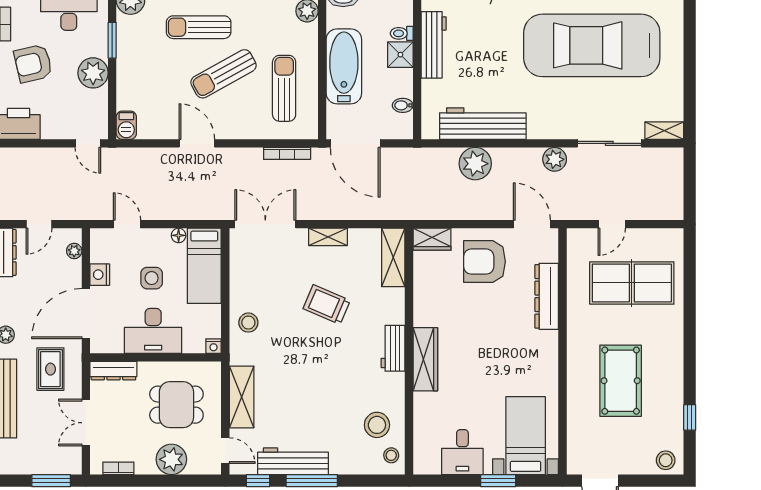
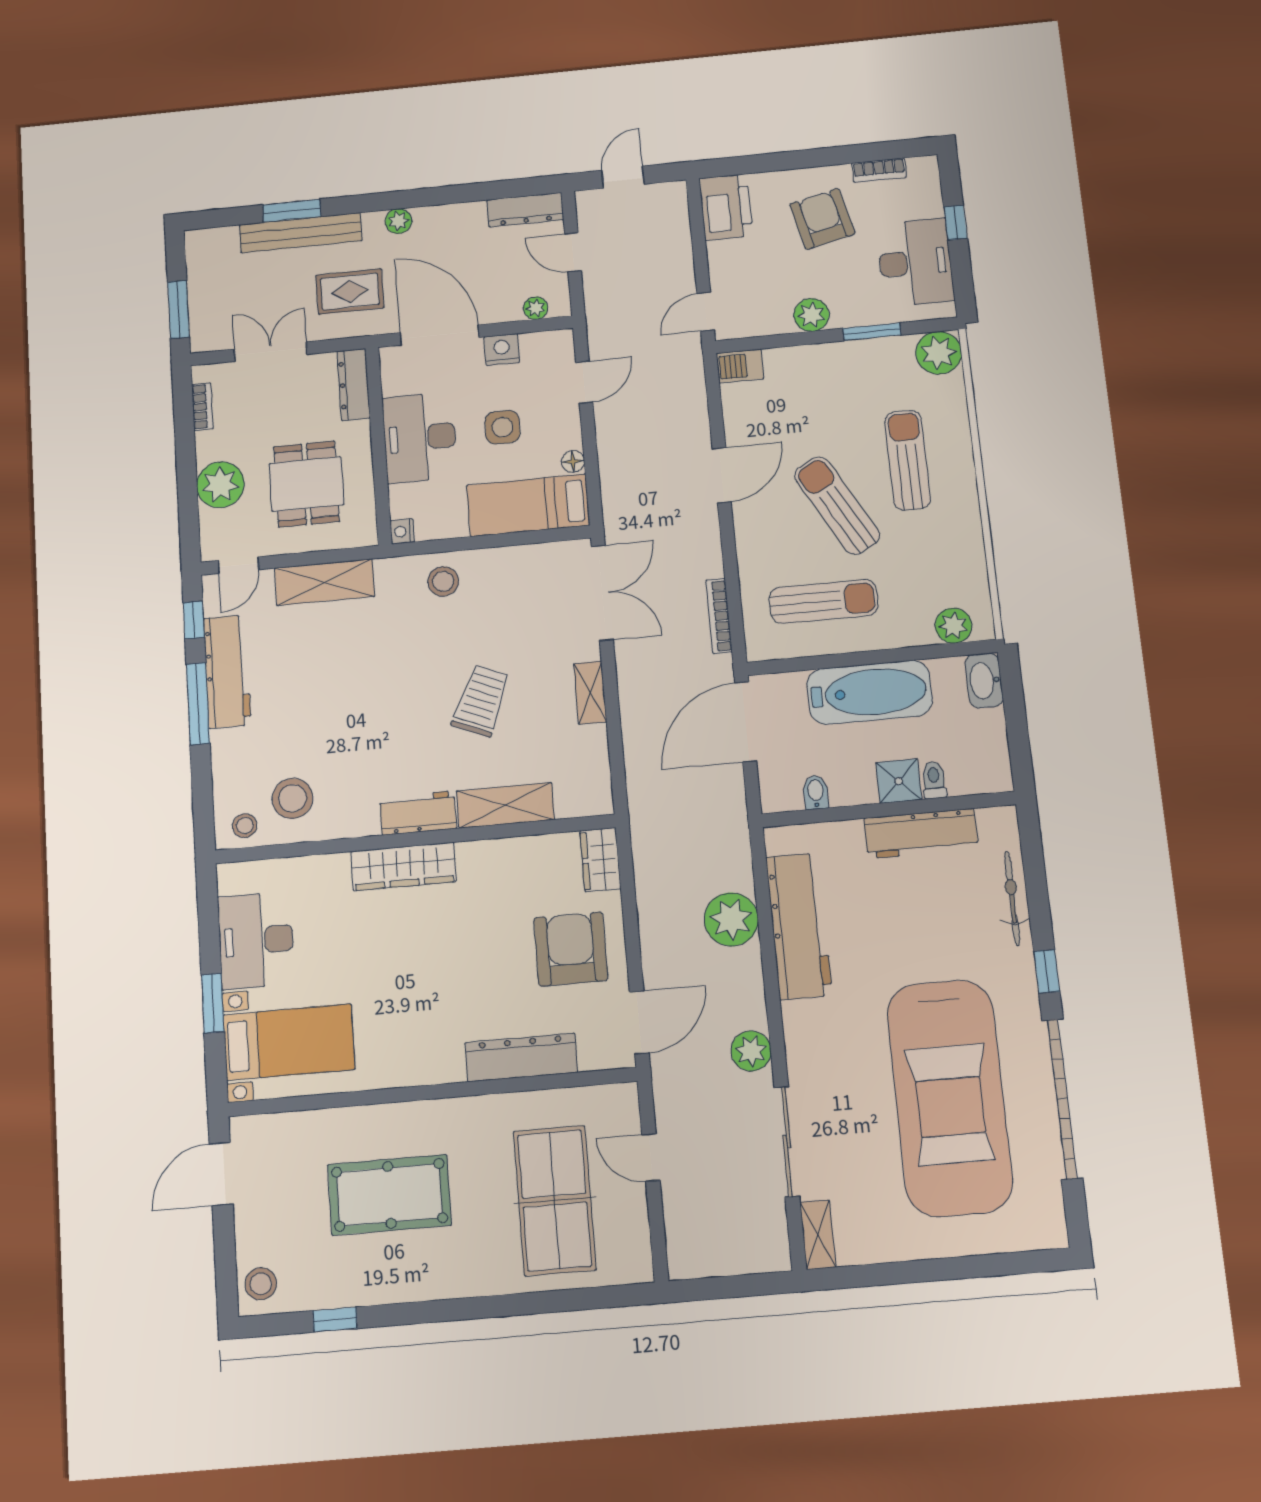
car: (592, 45) -> (949, 1098), turned 180
plant: (93, 73) -> (811, 315), width x0.73, depth x0.73
shelving: (393, 257) -> (505, 805), moved
desk: (462, 452) -> (256, 940), width x1.37

